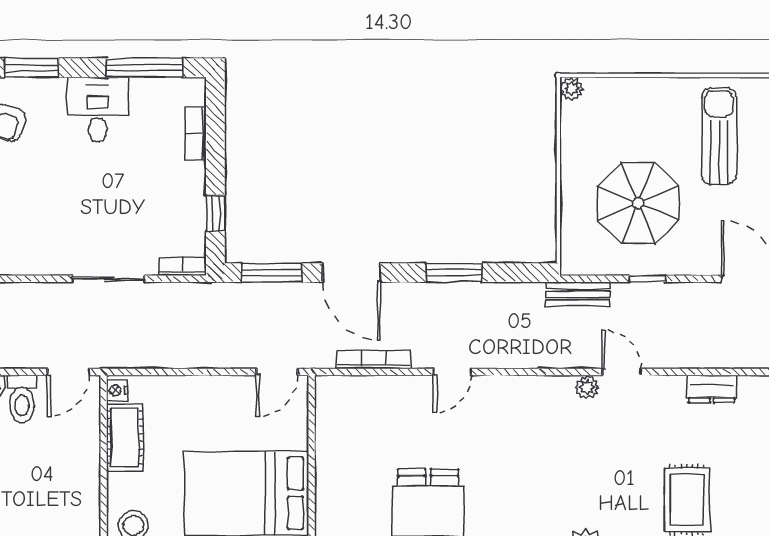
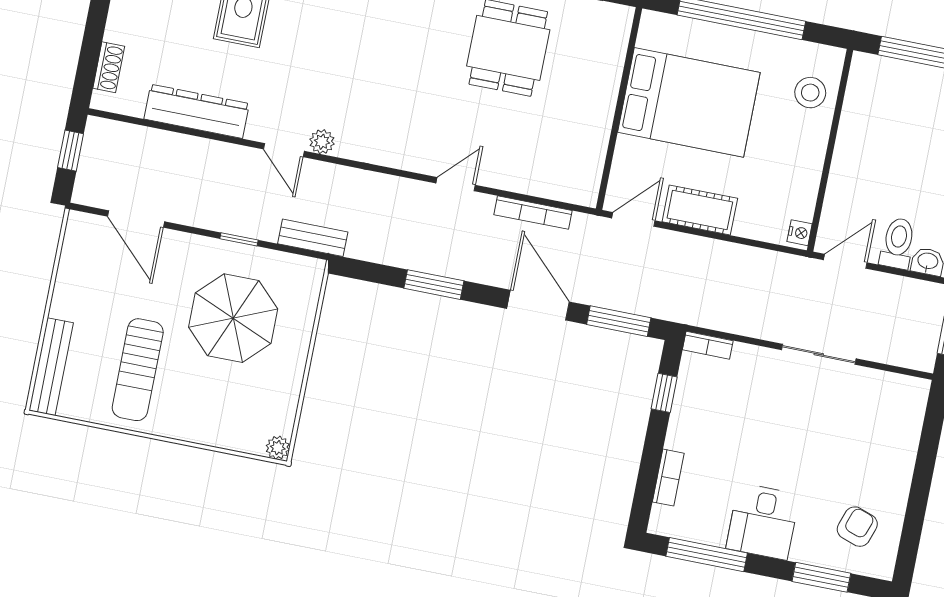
sliding door: (108, 279) -> (819, 354), moved
dresser: (712, 389) -> (197, 111), width x1.96, depth x1.24
cot: (125, 437) -> (700, 210), moved, turned 90

